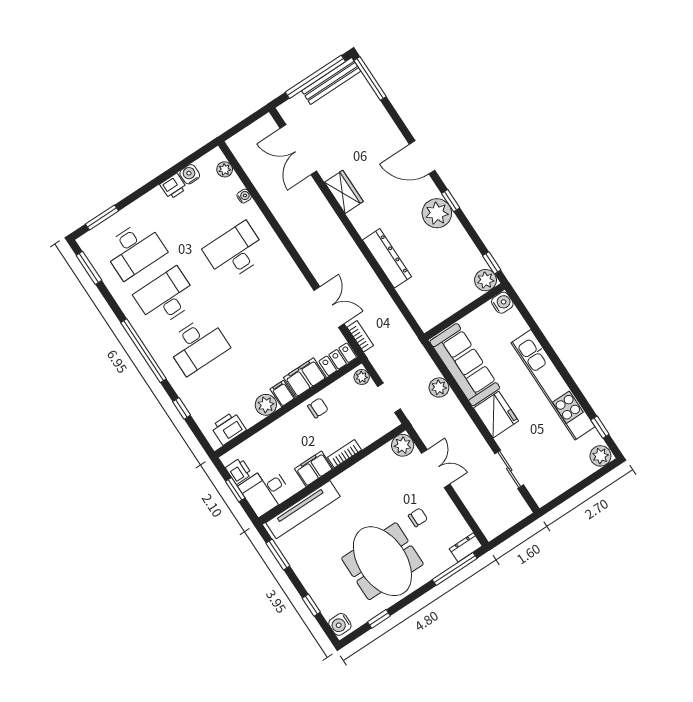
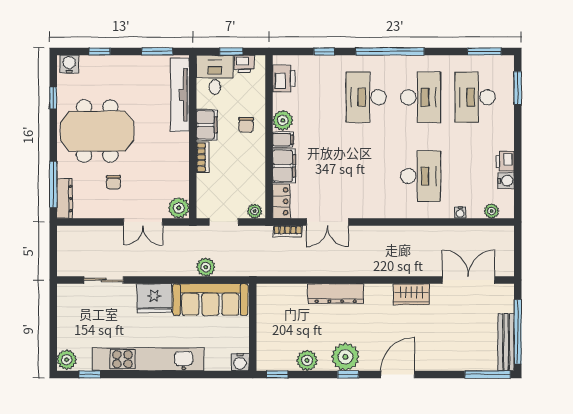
plant: (486, 280) -> (307, 360), moved
chair: (318, 408) -> (246, 125), moved
dresser: (466, 547) -> (65, 199), width x1.44

